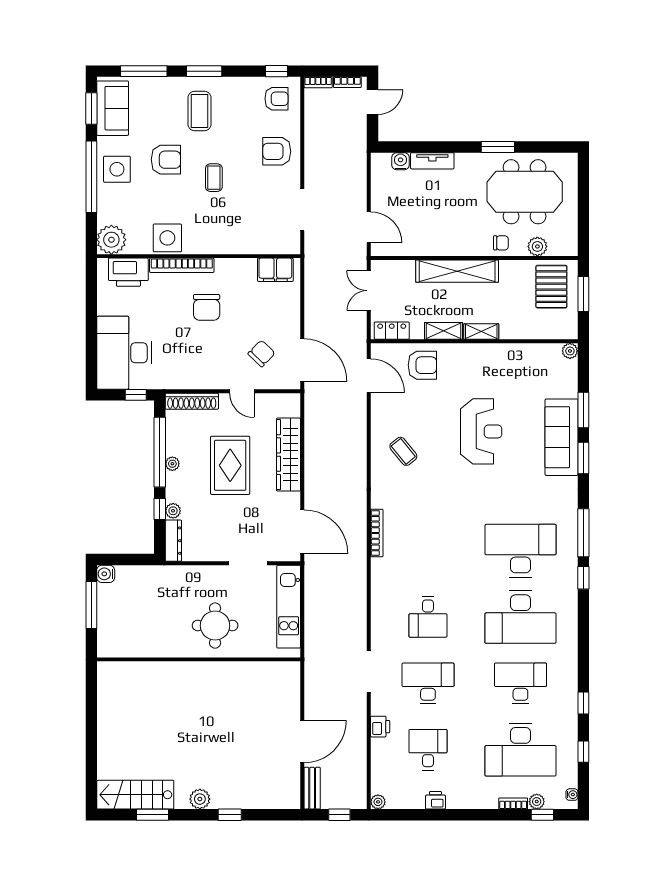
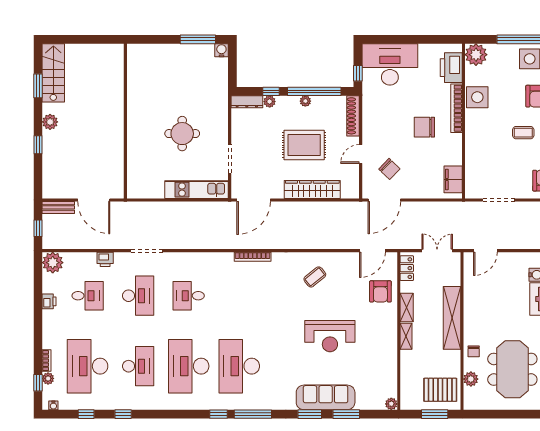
desk: (520, 551) -> (239, 366), turned 180
wall: (199, 659) -> (125, 121), moved
plant: (378, 802) -> (53, 263), width x1.88, depth x1.88

